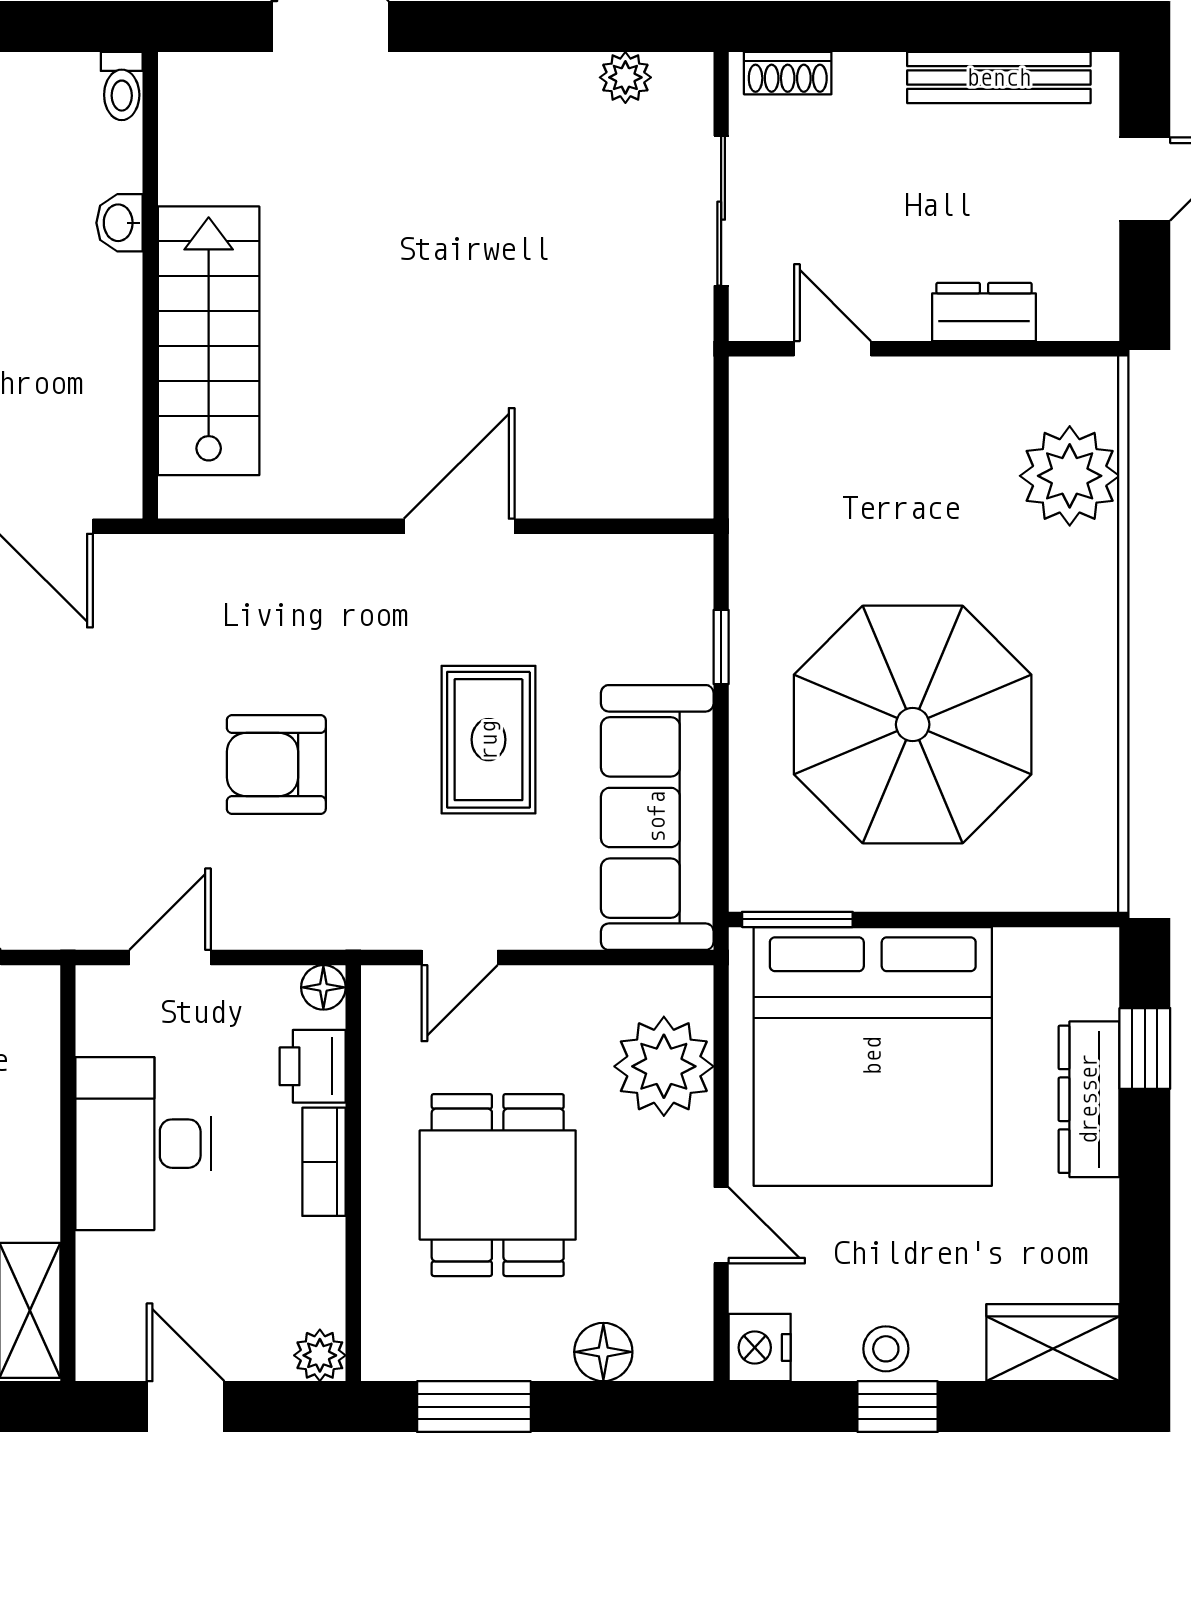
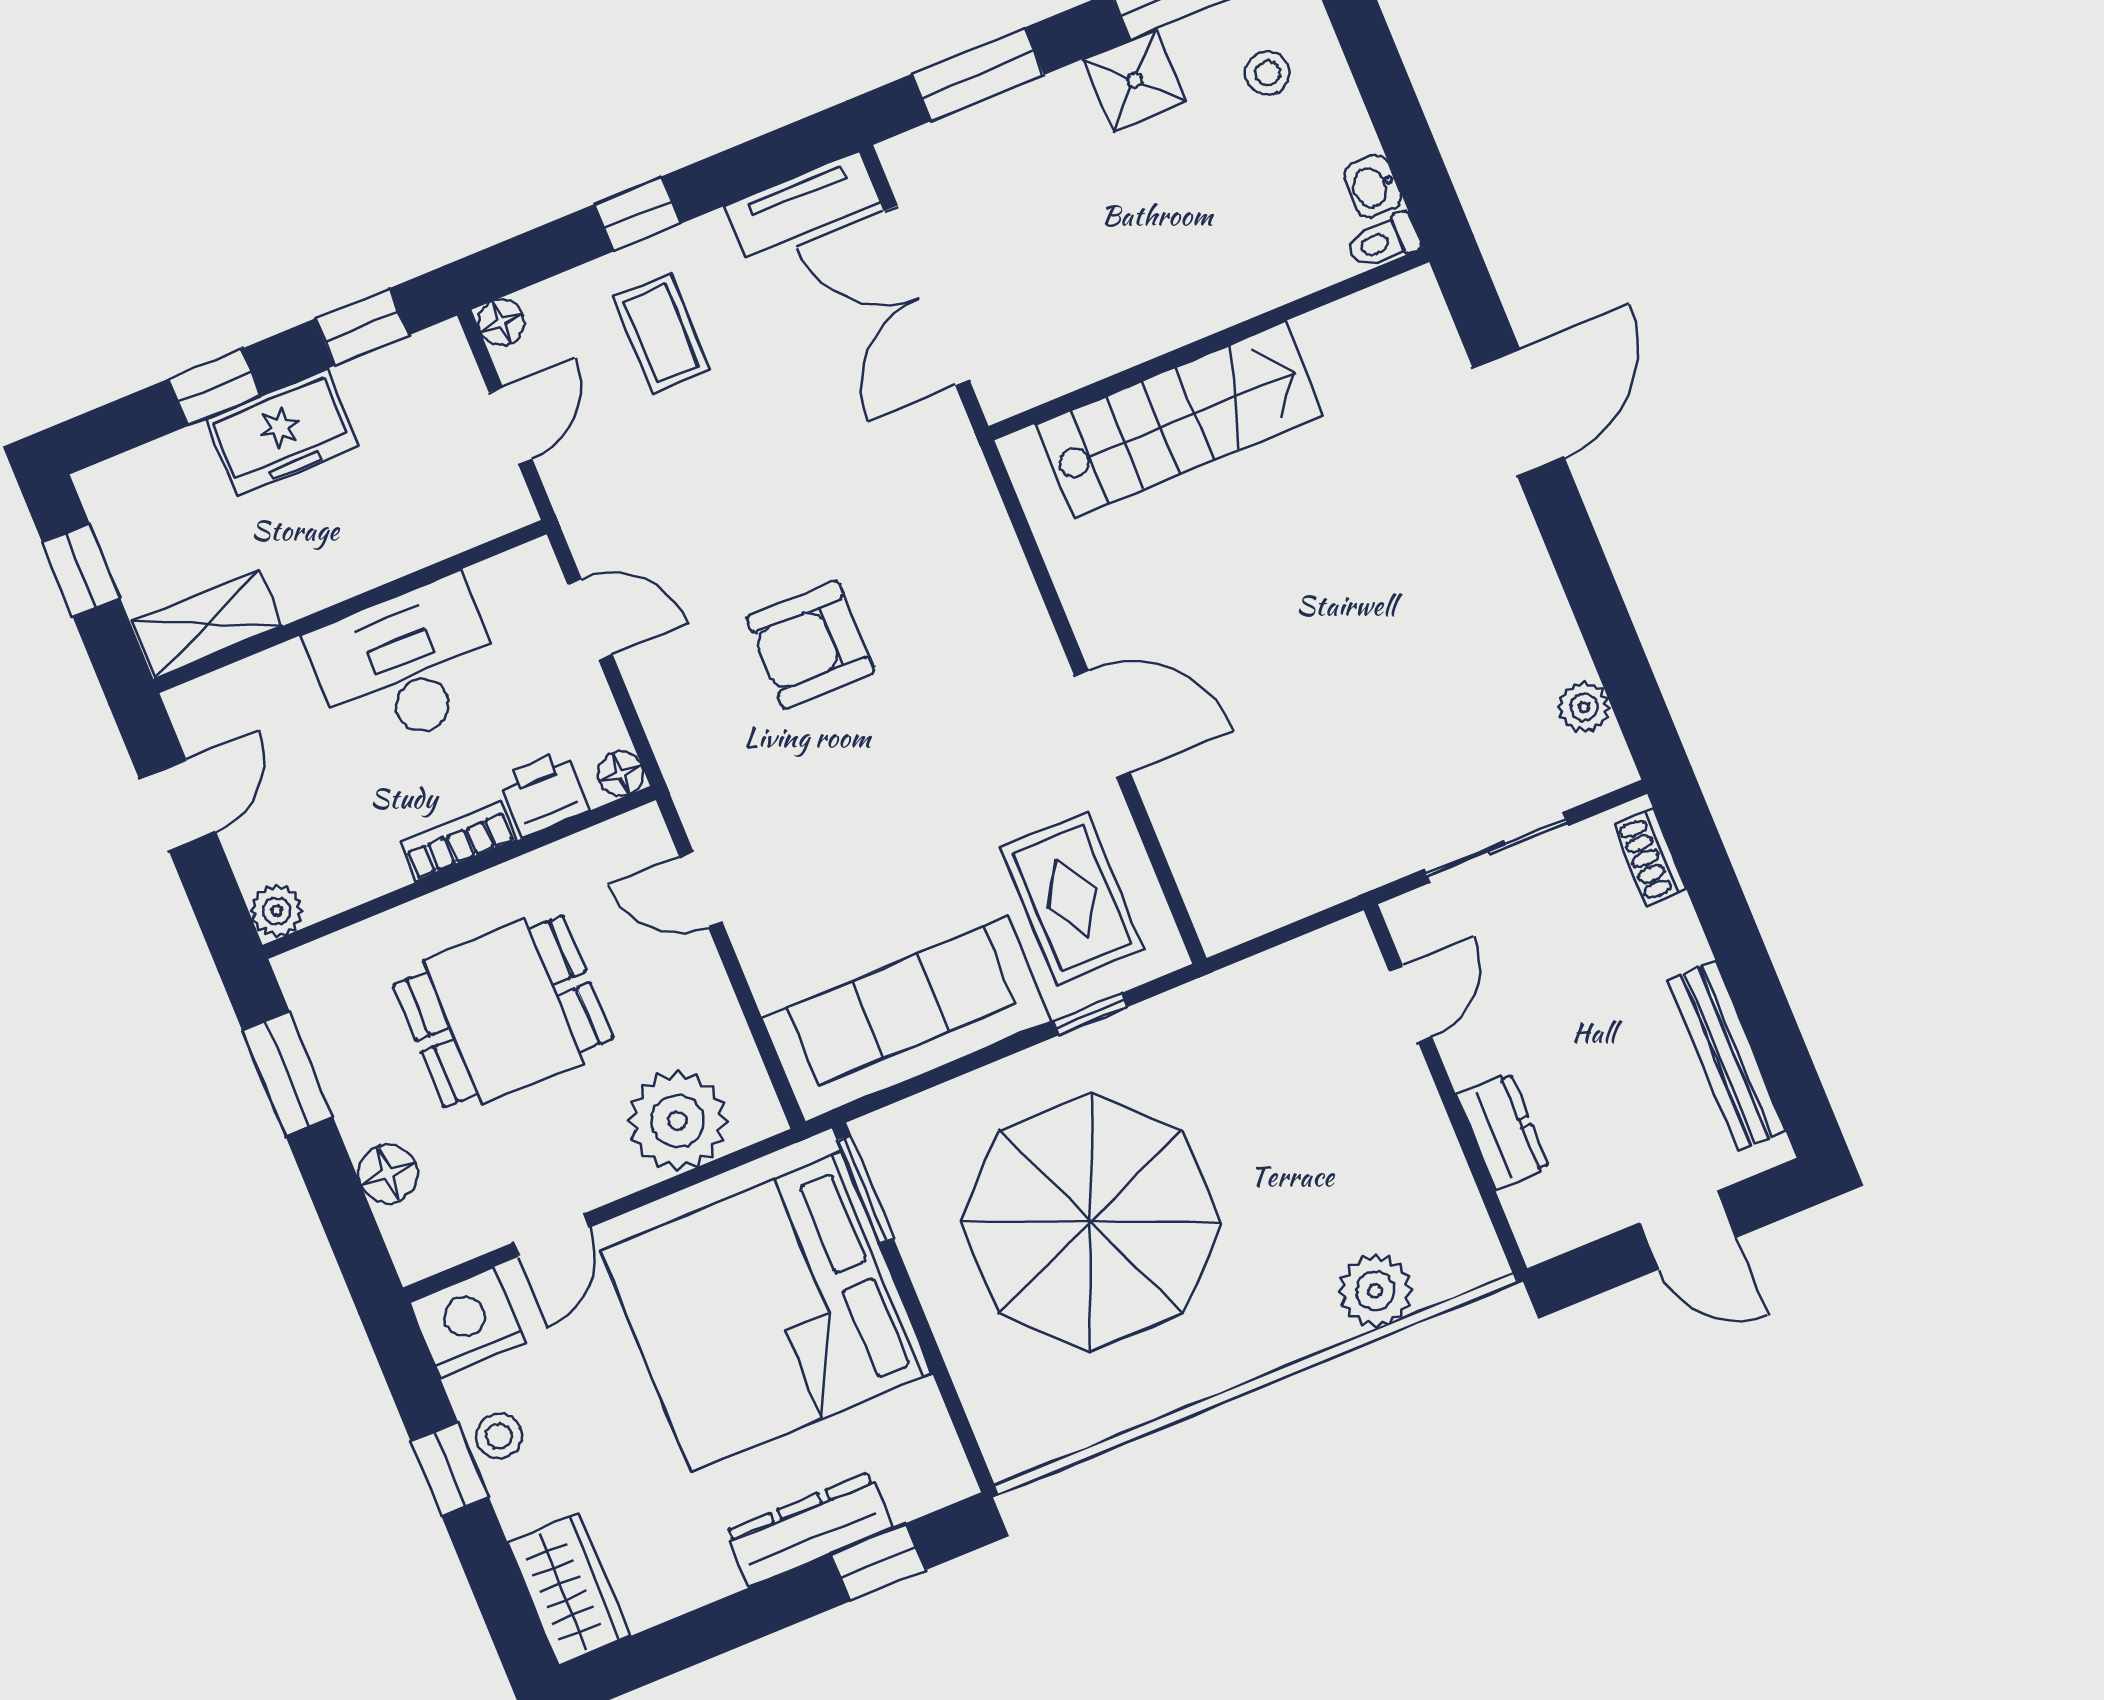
washbasin: (120, 223) -> (1373, 186), moved, turned -90
plant: (1070, 476) -> (1375, 1291), width x0.73, depth x0.73
rug: (489, 740) -> (1072, 898), moved, turned 90
armchair: (276, 765) -> (810, 645), turned -90
nightstand: (760, 1348) -> (467, 1323), width x1.36, depth x1.33

